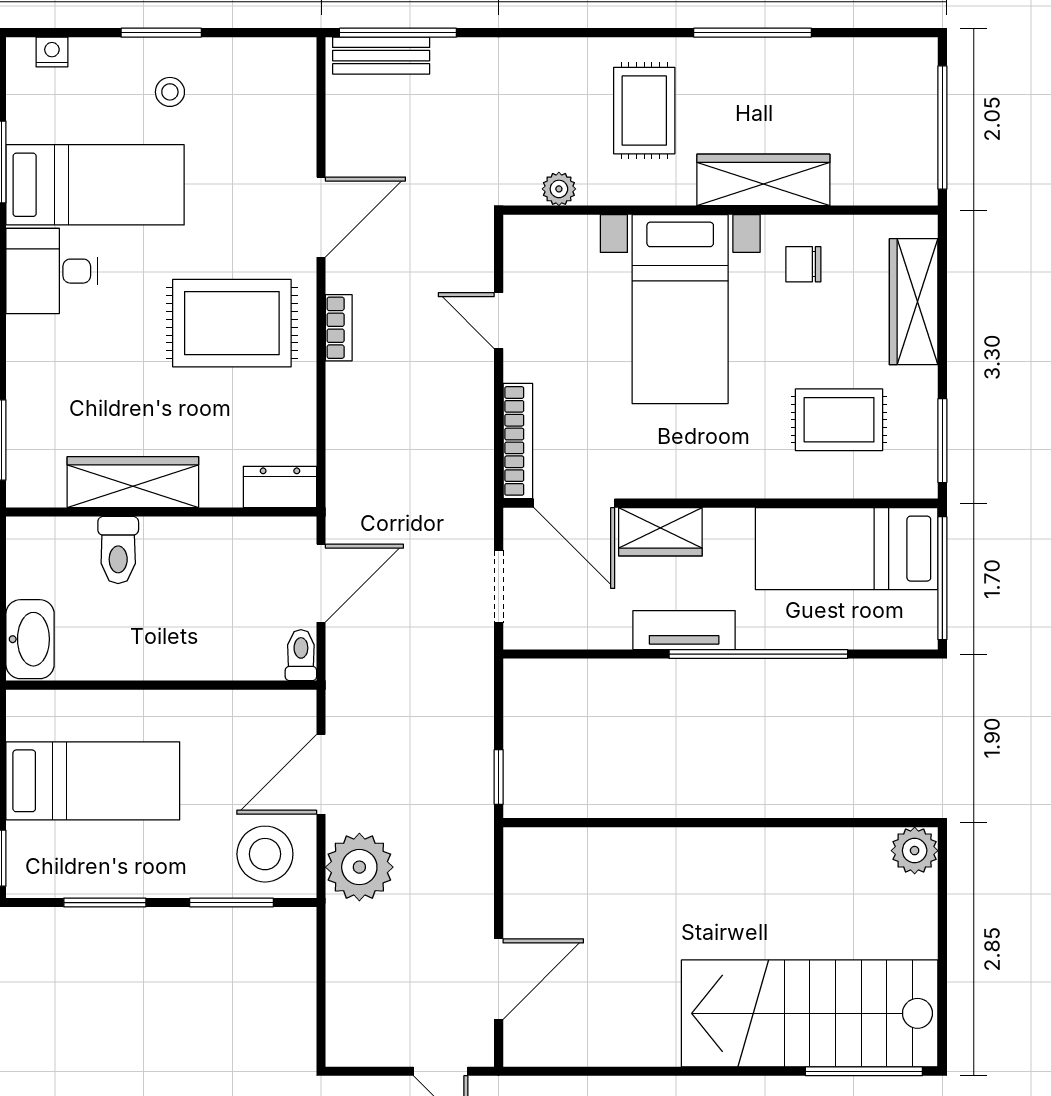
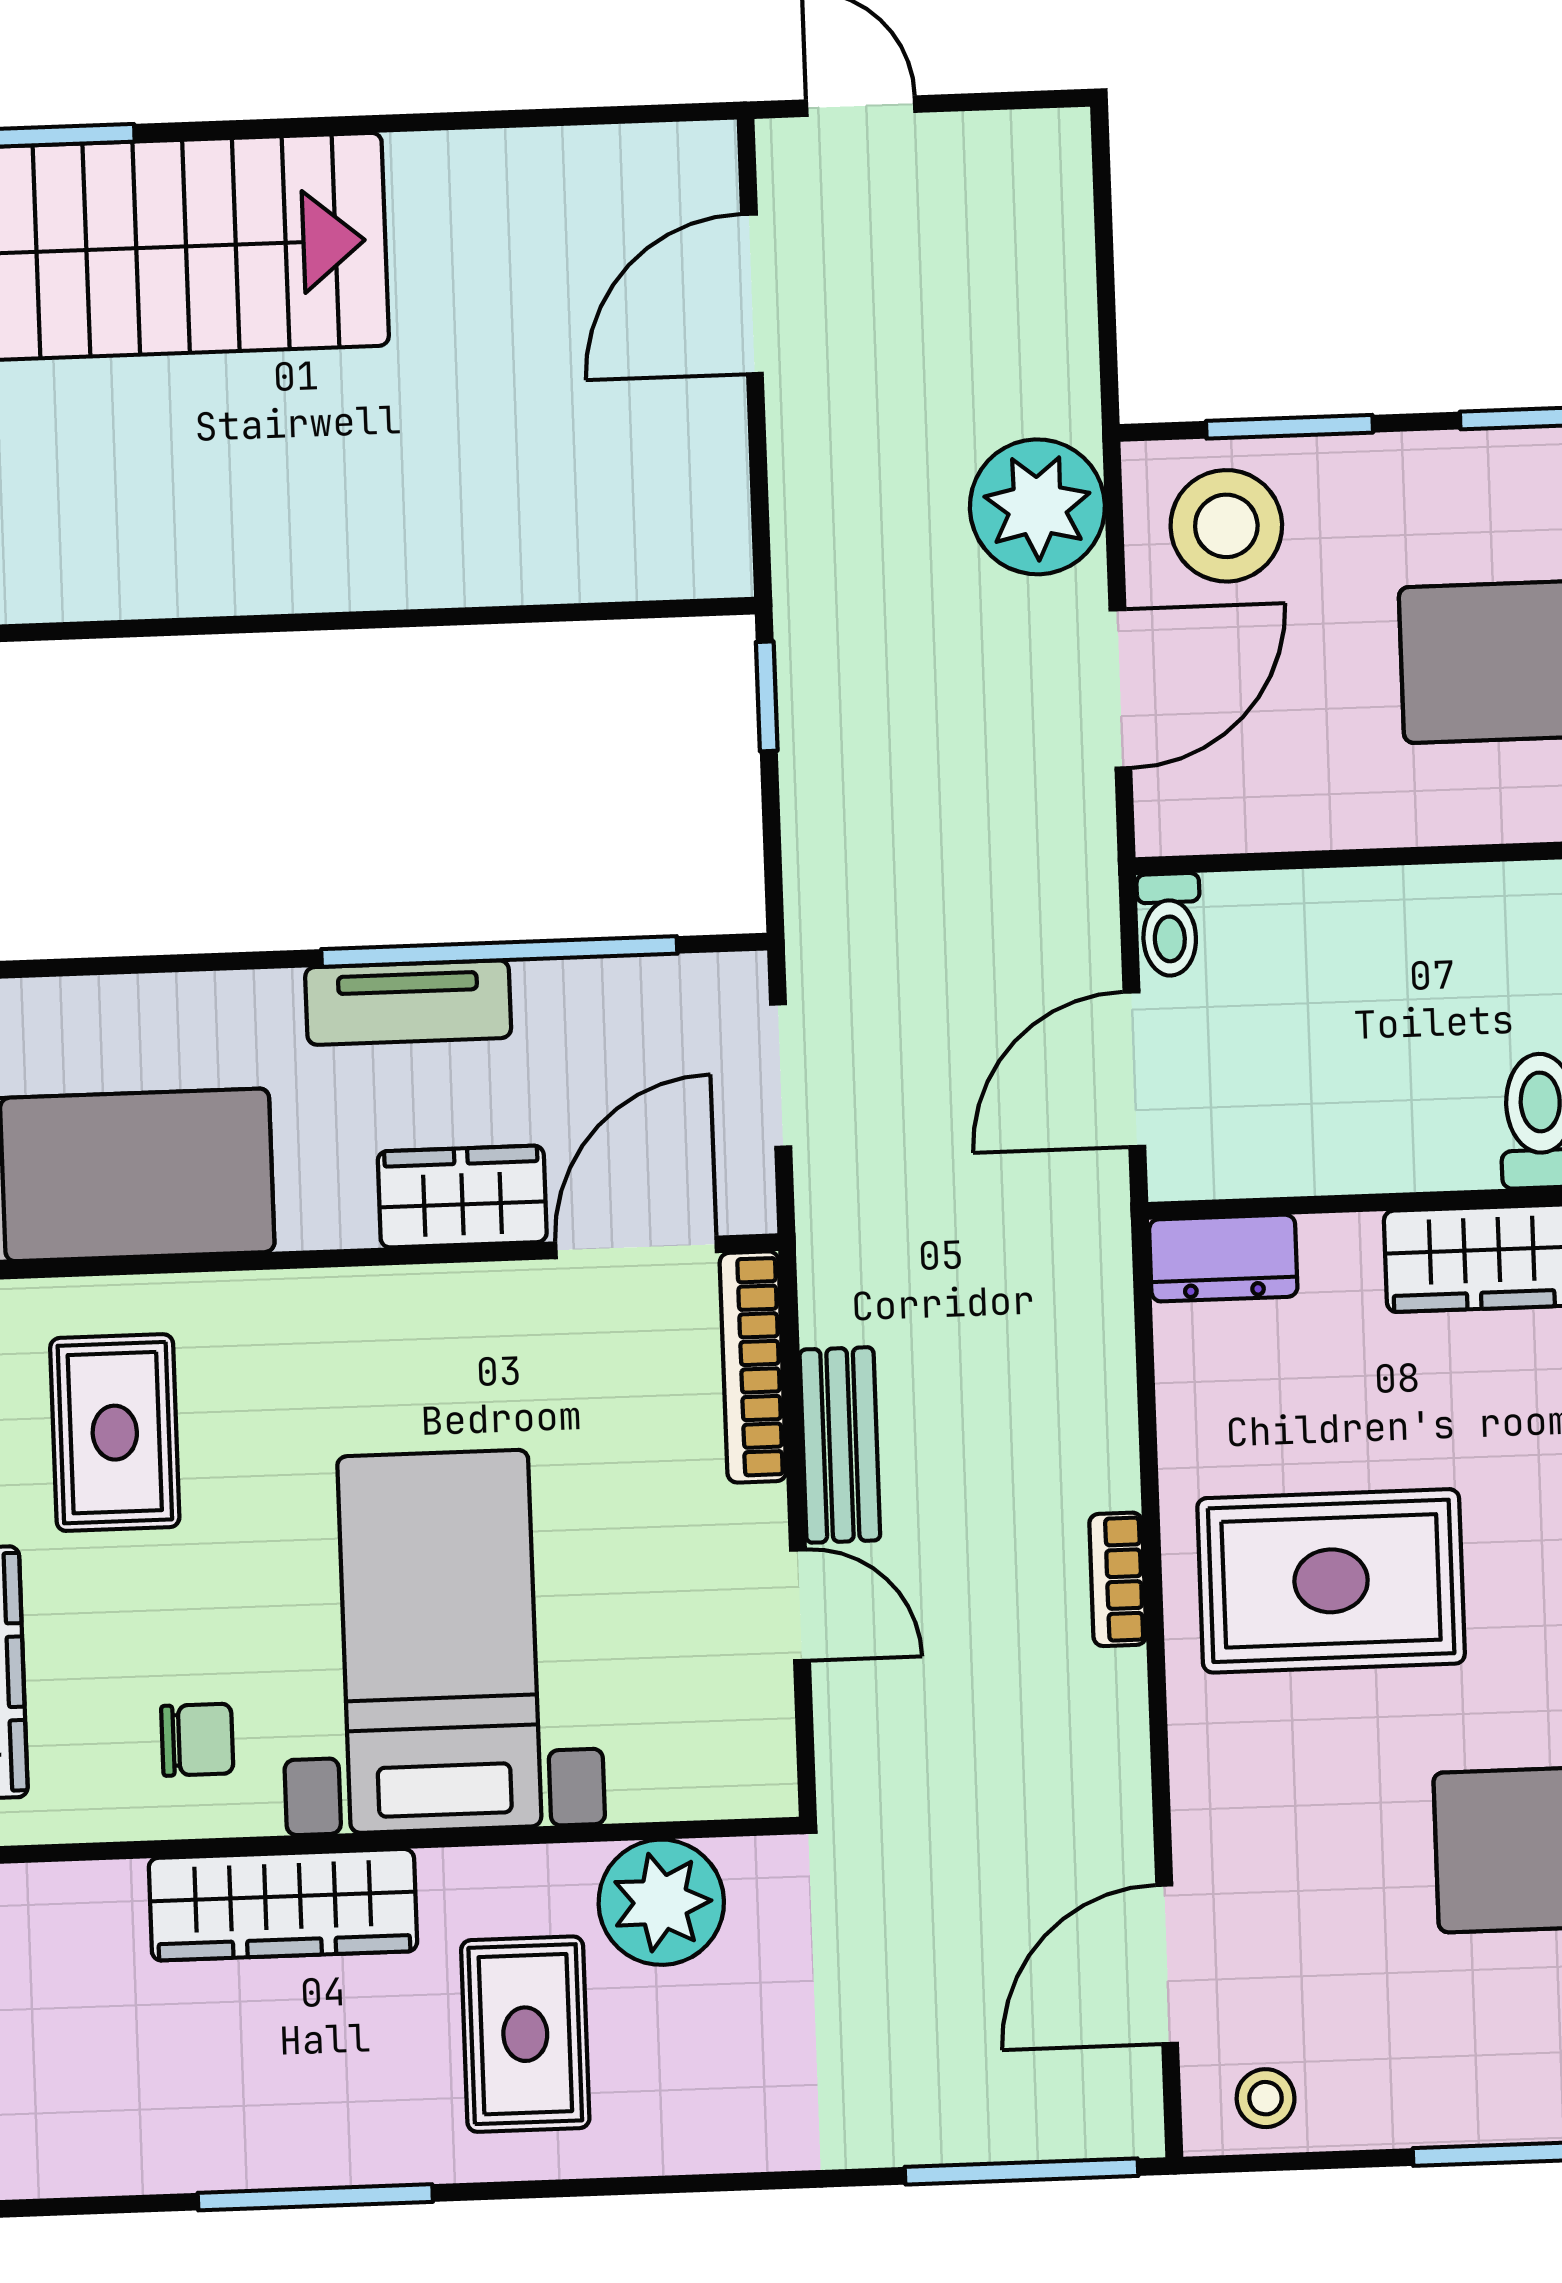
bench: (381, 56) -> (840, 1445), moved, turned 90
stool: (170, 92) -> (1266, 2098), moved
plant: (559, 189) -> (661, 1902), width x1.88, depth x1.88
door: (321, 217) -> (1167, 1964), moved
rug: (839, 420) -> (115, 1433), turned 90
door: (574, 503) -> (636, 1247), hinge flipped
window: (758, 654) -> (499, 951), moved

